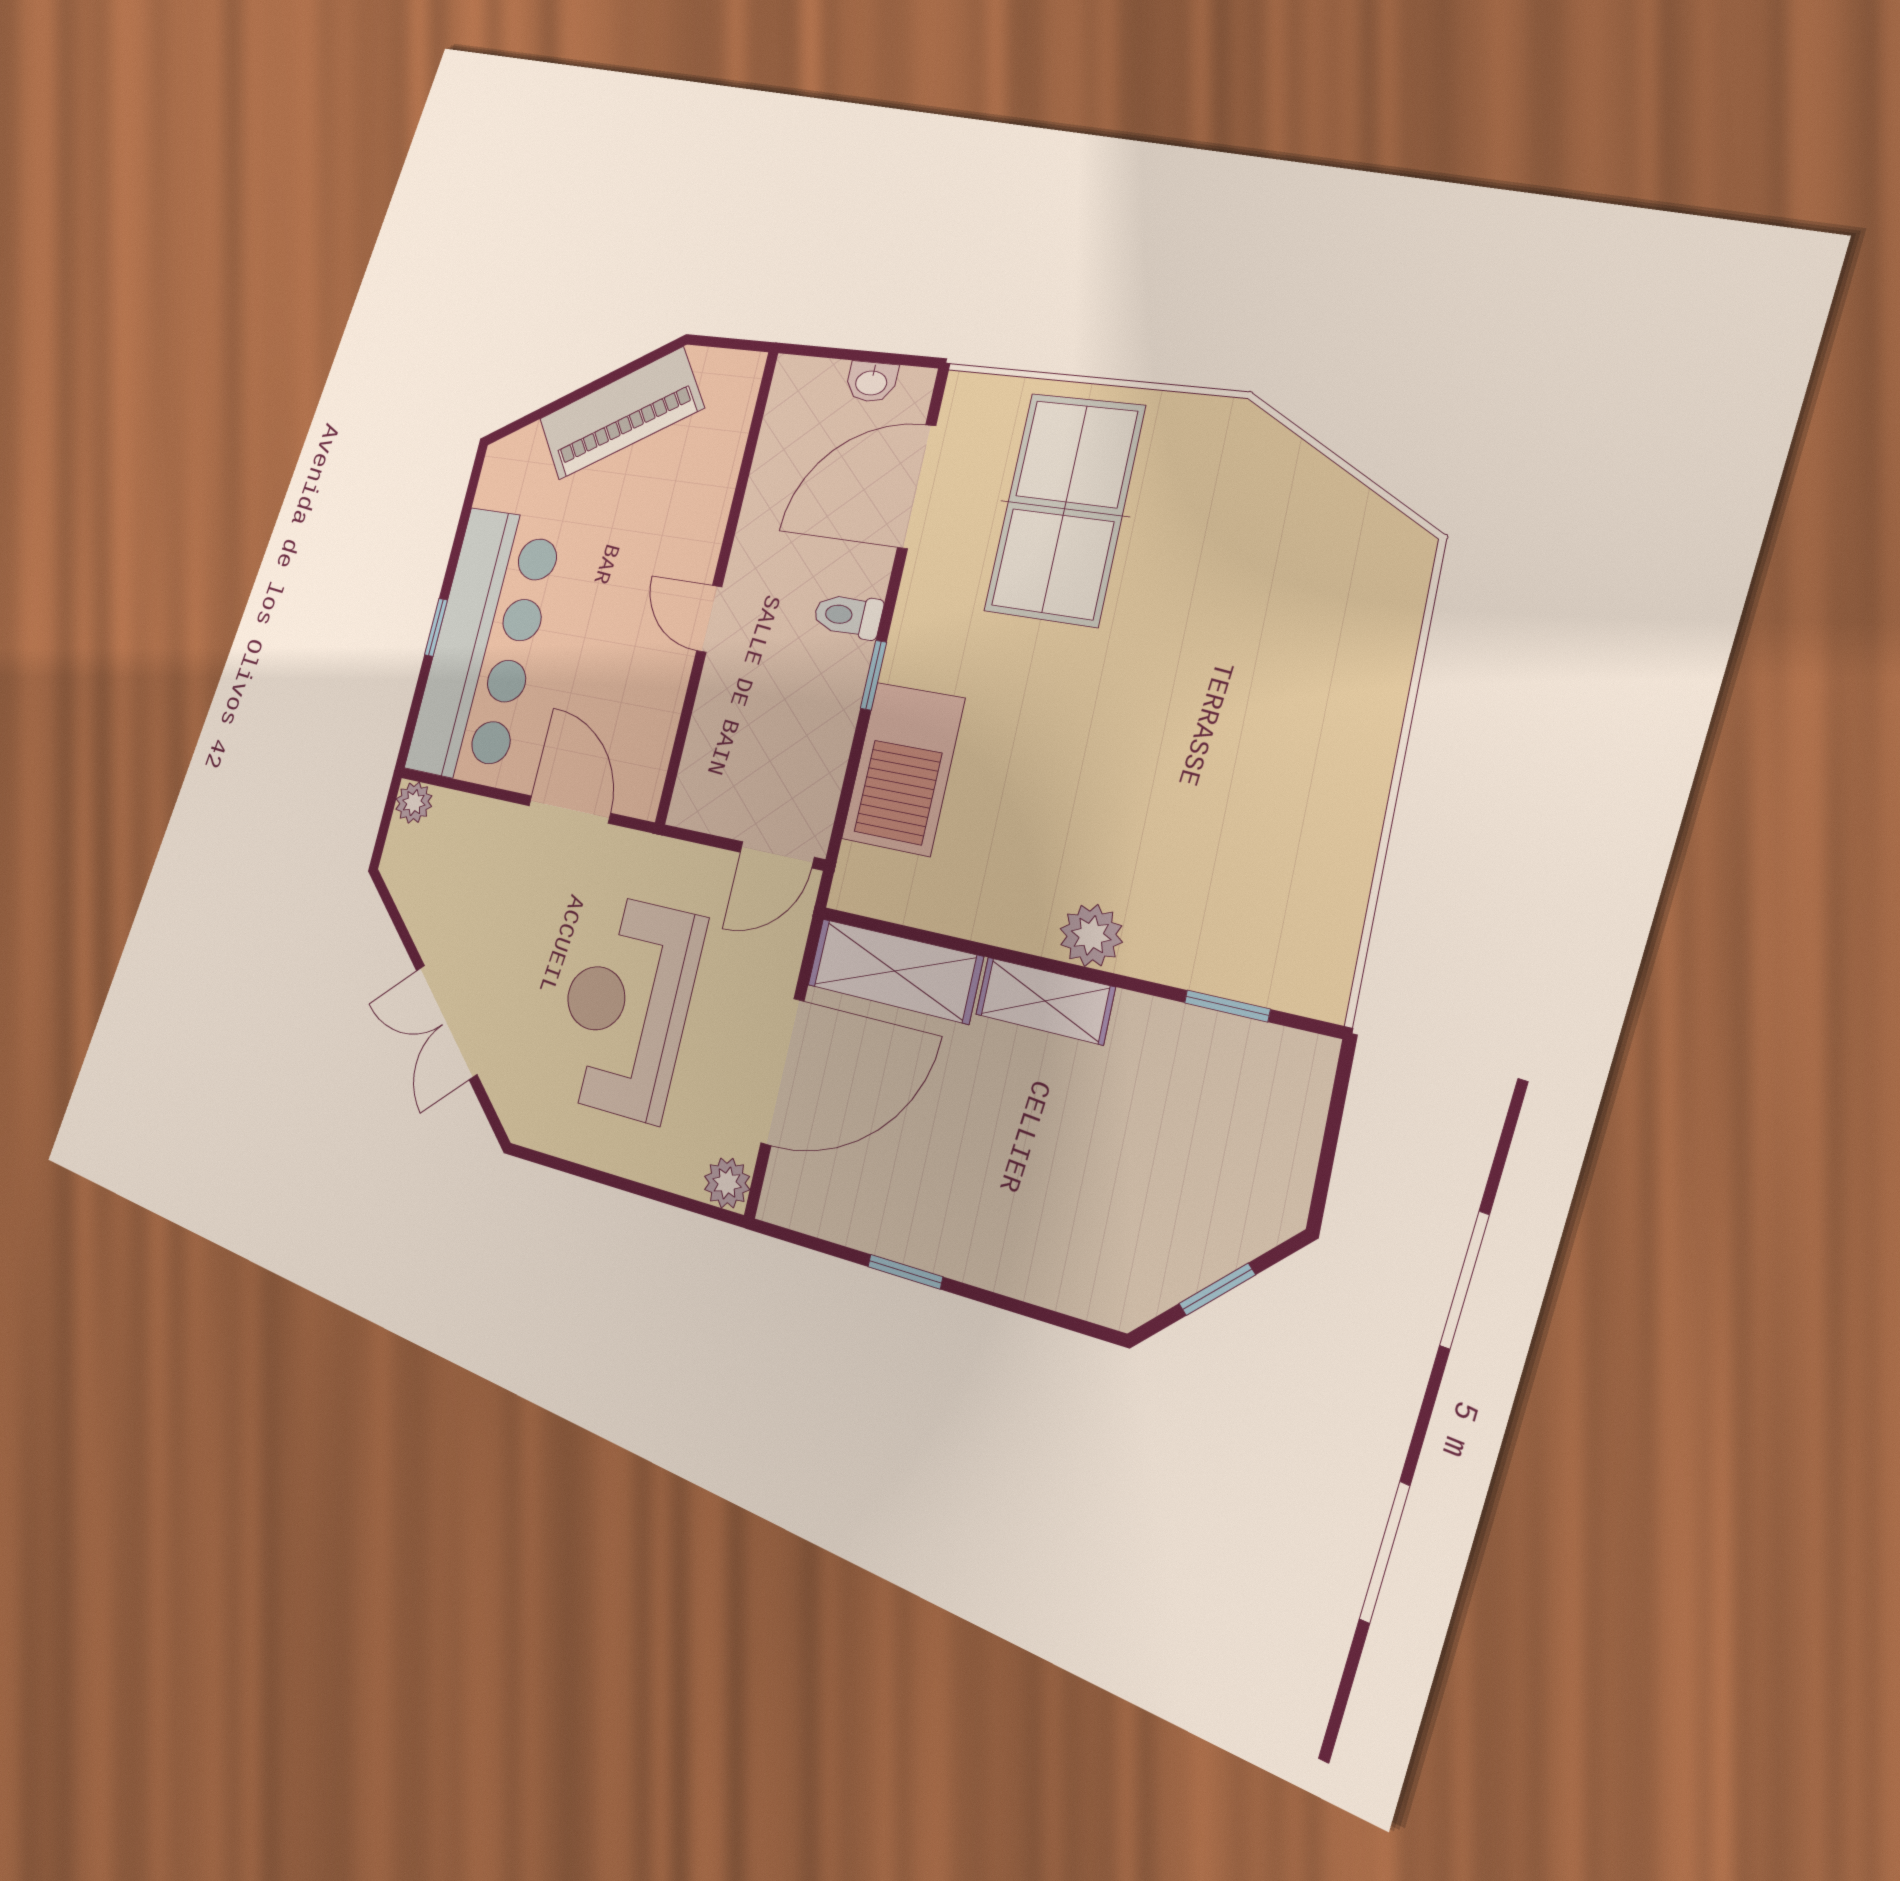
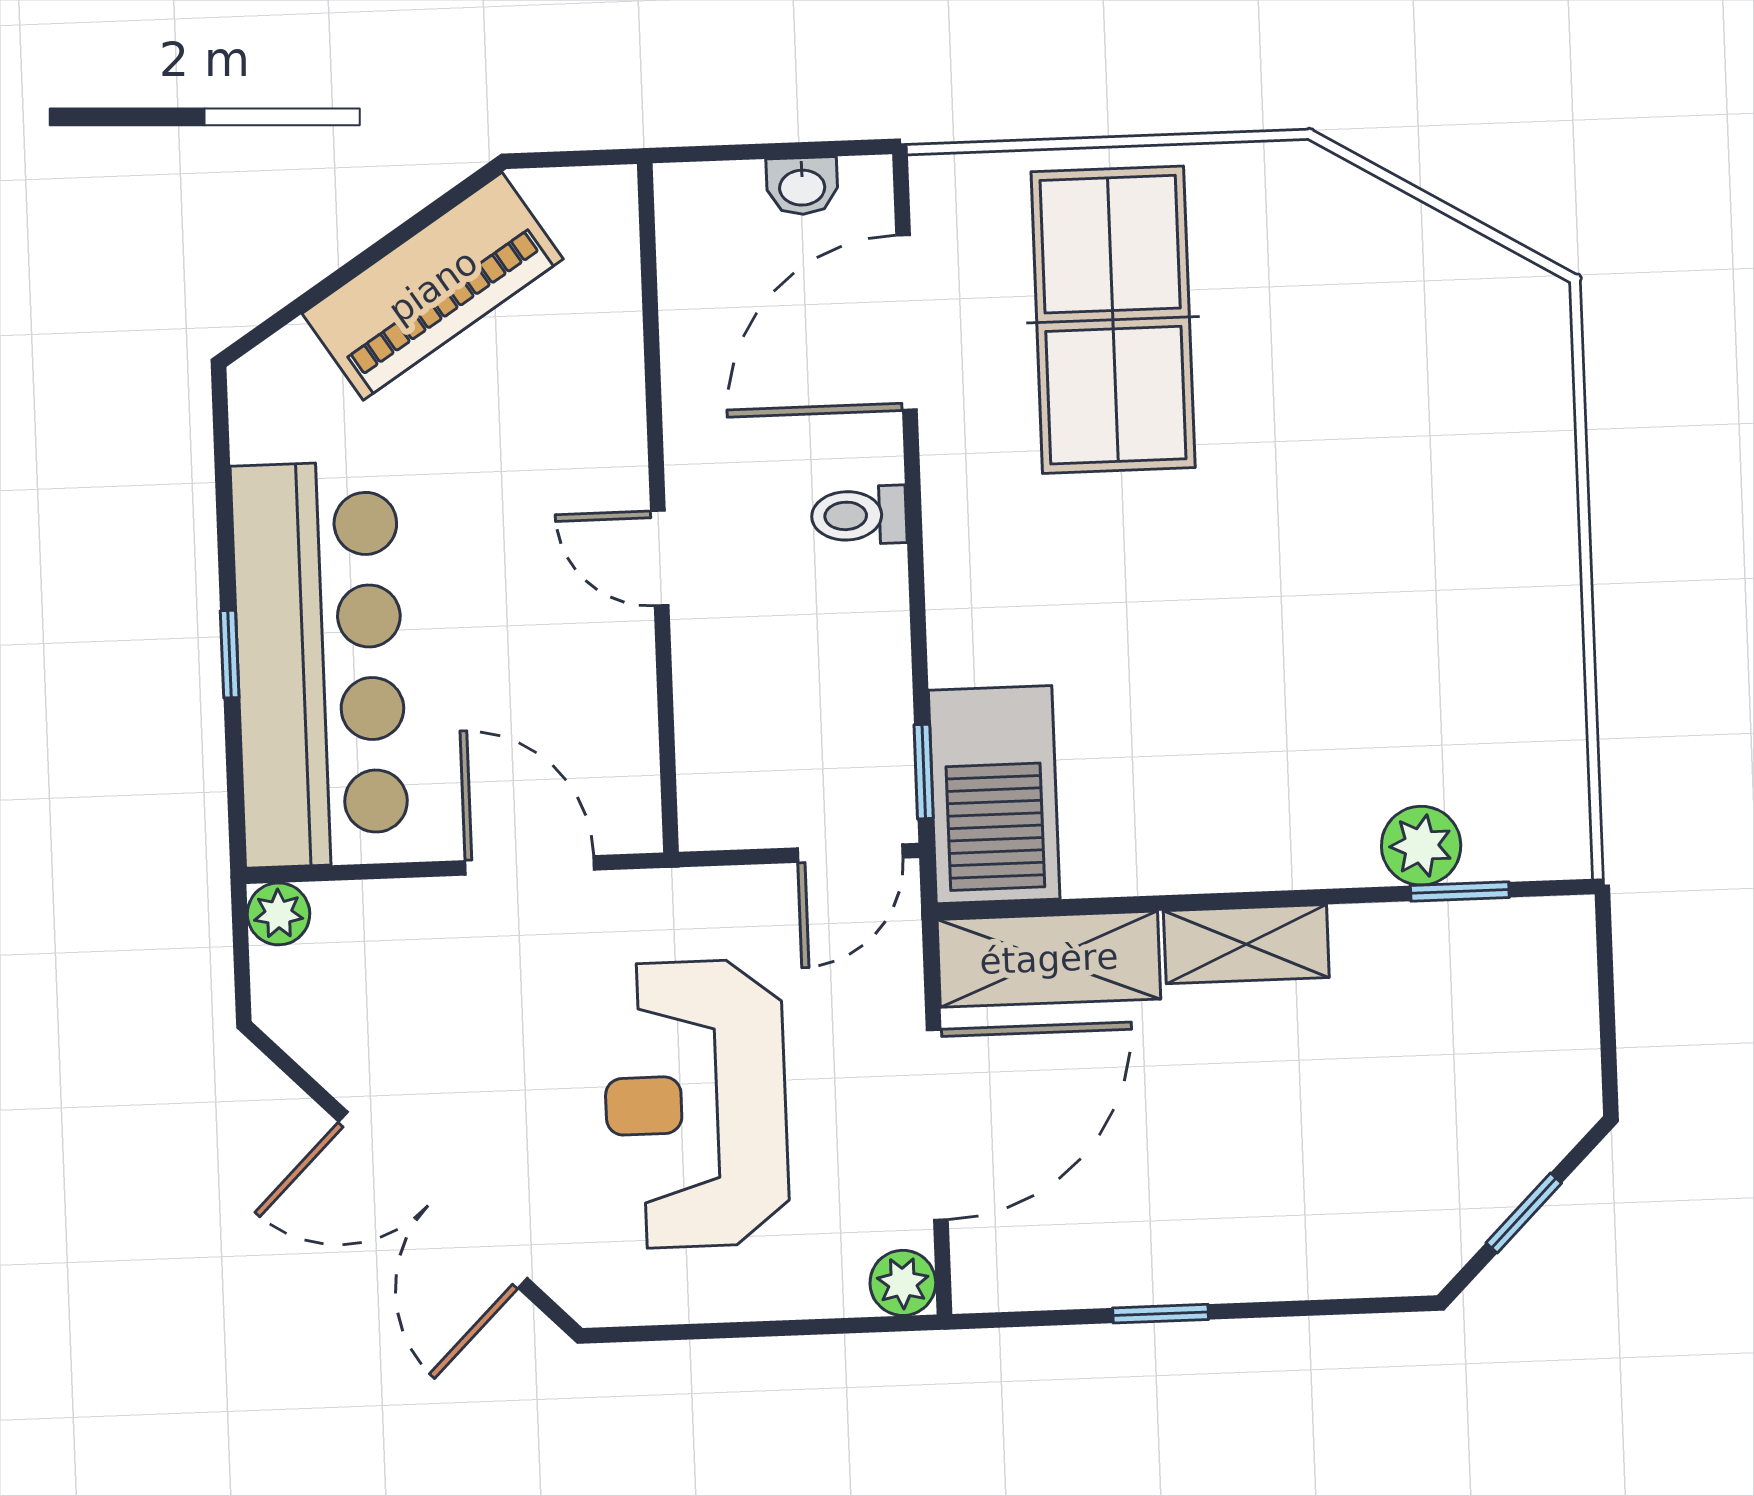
window: (873, 675) -> (924, 772), moved
barbecue: (903, 769) -> (994, 795), moved
plant: (1091, 935) -> (1421, 846), moved
double door: (446, 1022) -> (433, 1200), width x1.37

